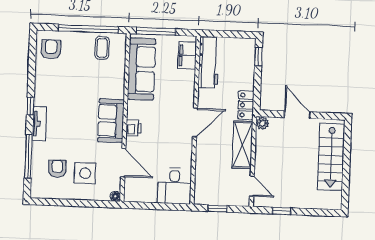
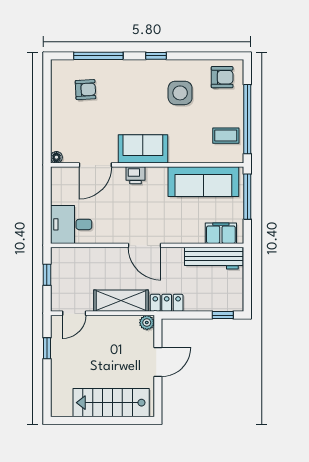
tv unit: (39, 124) -> (136, 67), removed
side table: (85, 173) -> (180, 93), moved

